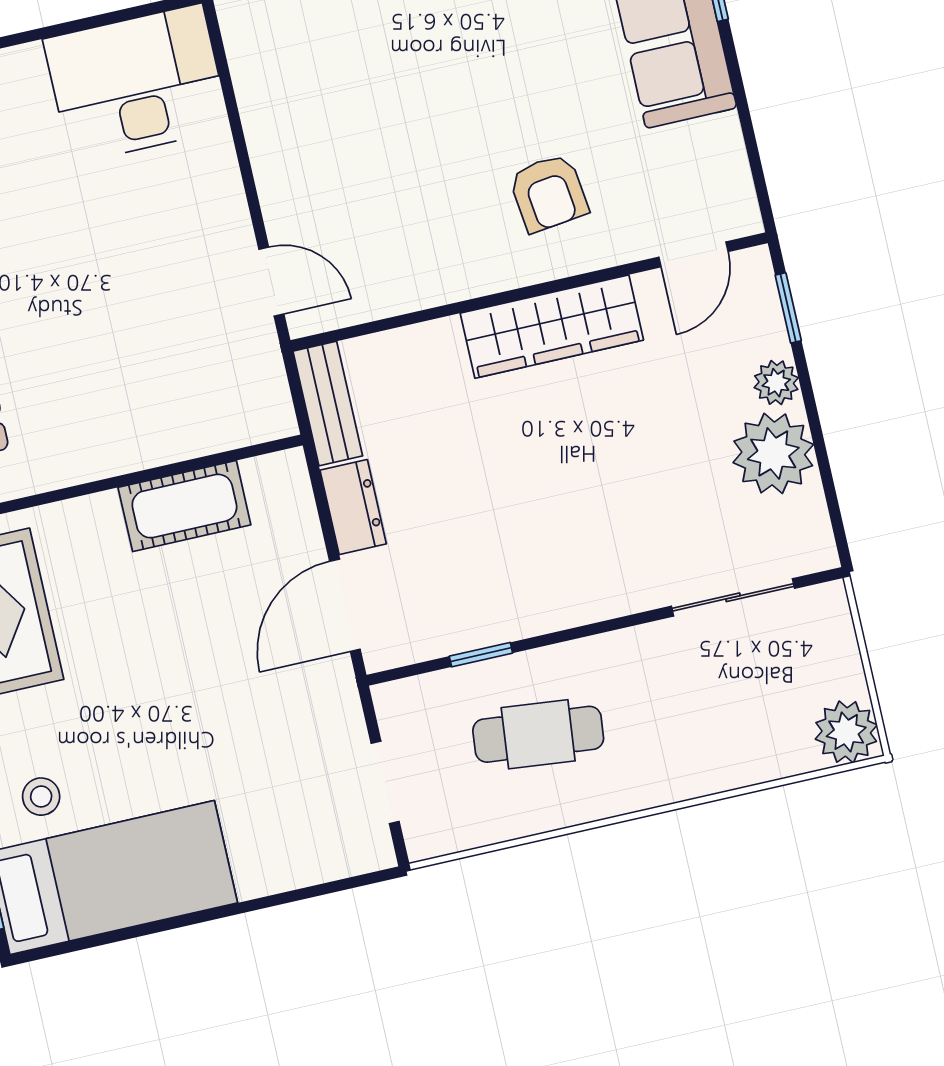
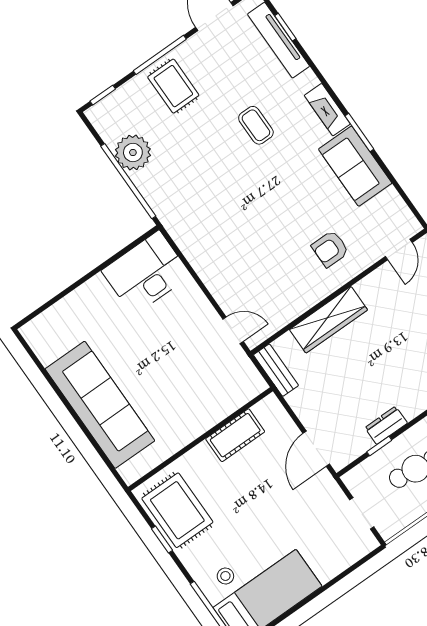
armchair: (549, 193) -> (330, 249), turned 97
wardrobe: (552, 327) -> (328, 320), moved
dresser: (353, 507) -> (386, 425), moved, turned -90

